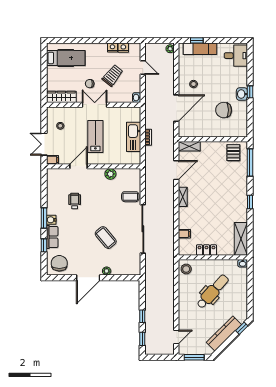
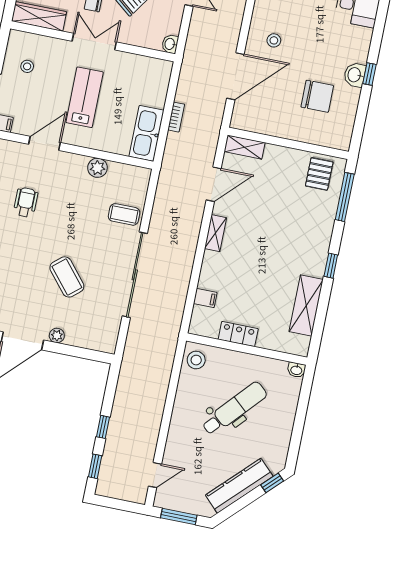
chair: (224, 110) -> (317, 96), turned 180
kitchen sink: (134, 137) -> (147, 133), moved
shelving: (241, 239) -> (306, 306), moved

